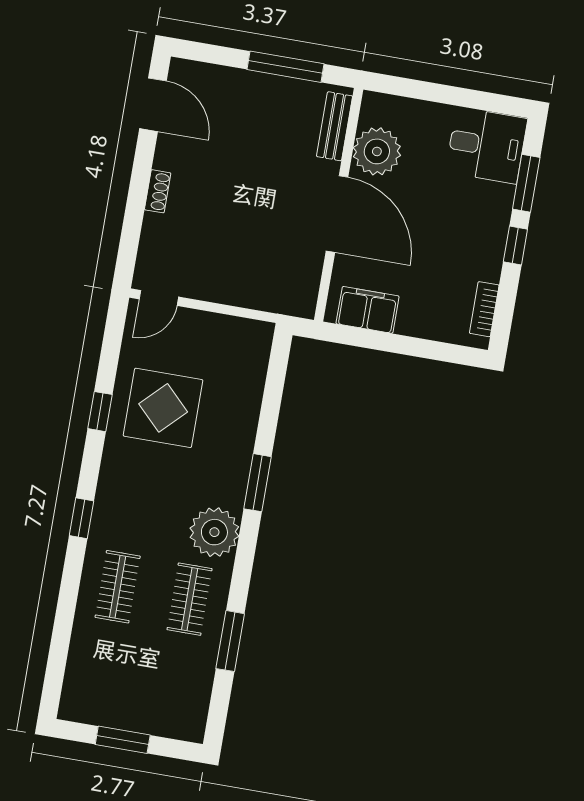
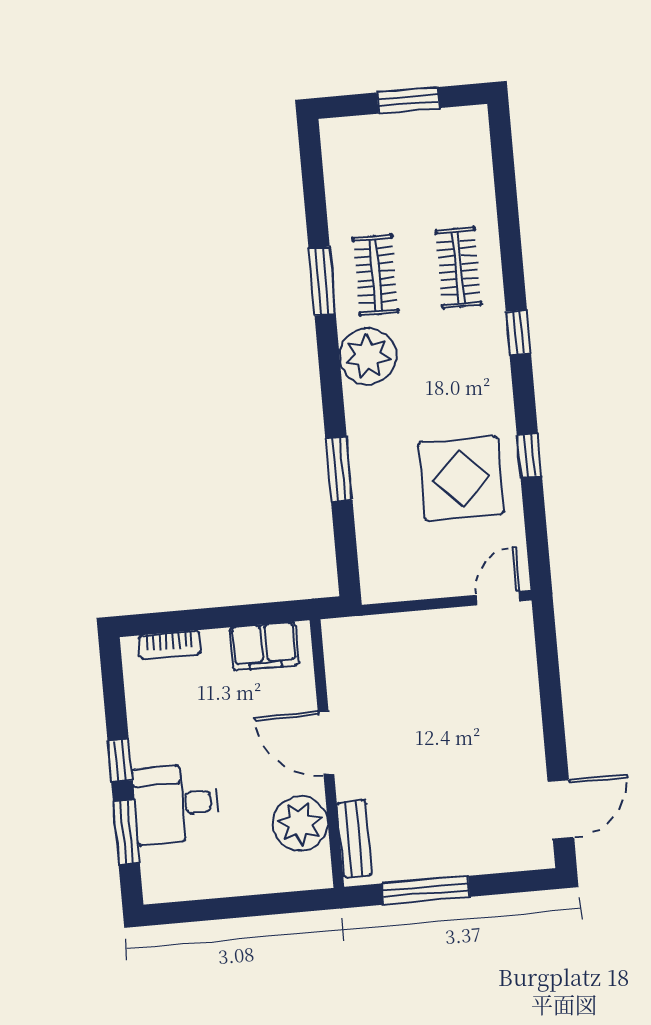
door: (153, 105) -> (561, 810), swing flipped
desk: (487, 145) -> (176, 804), moved
shoe rack: (158, 191) -> (530, 715), removed
door: (337, 214) -> (326, 743), width x0.73
bookcase: (484, 309) -> (170, 645), moved, turned 90
window: (258, 483) -> (339, 469), moved
window: (230, 641) -> (322, 281), moved

